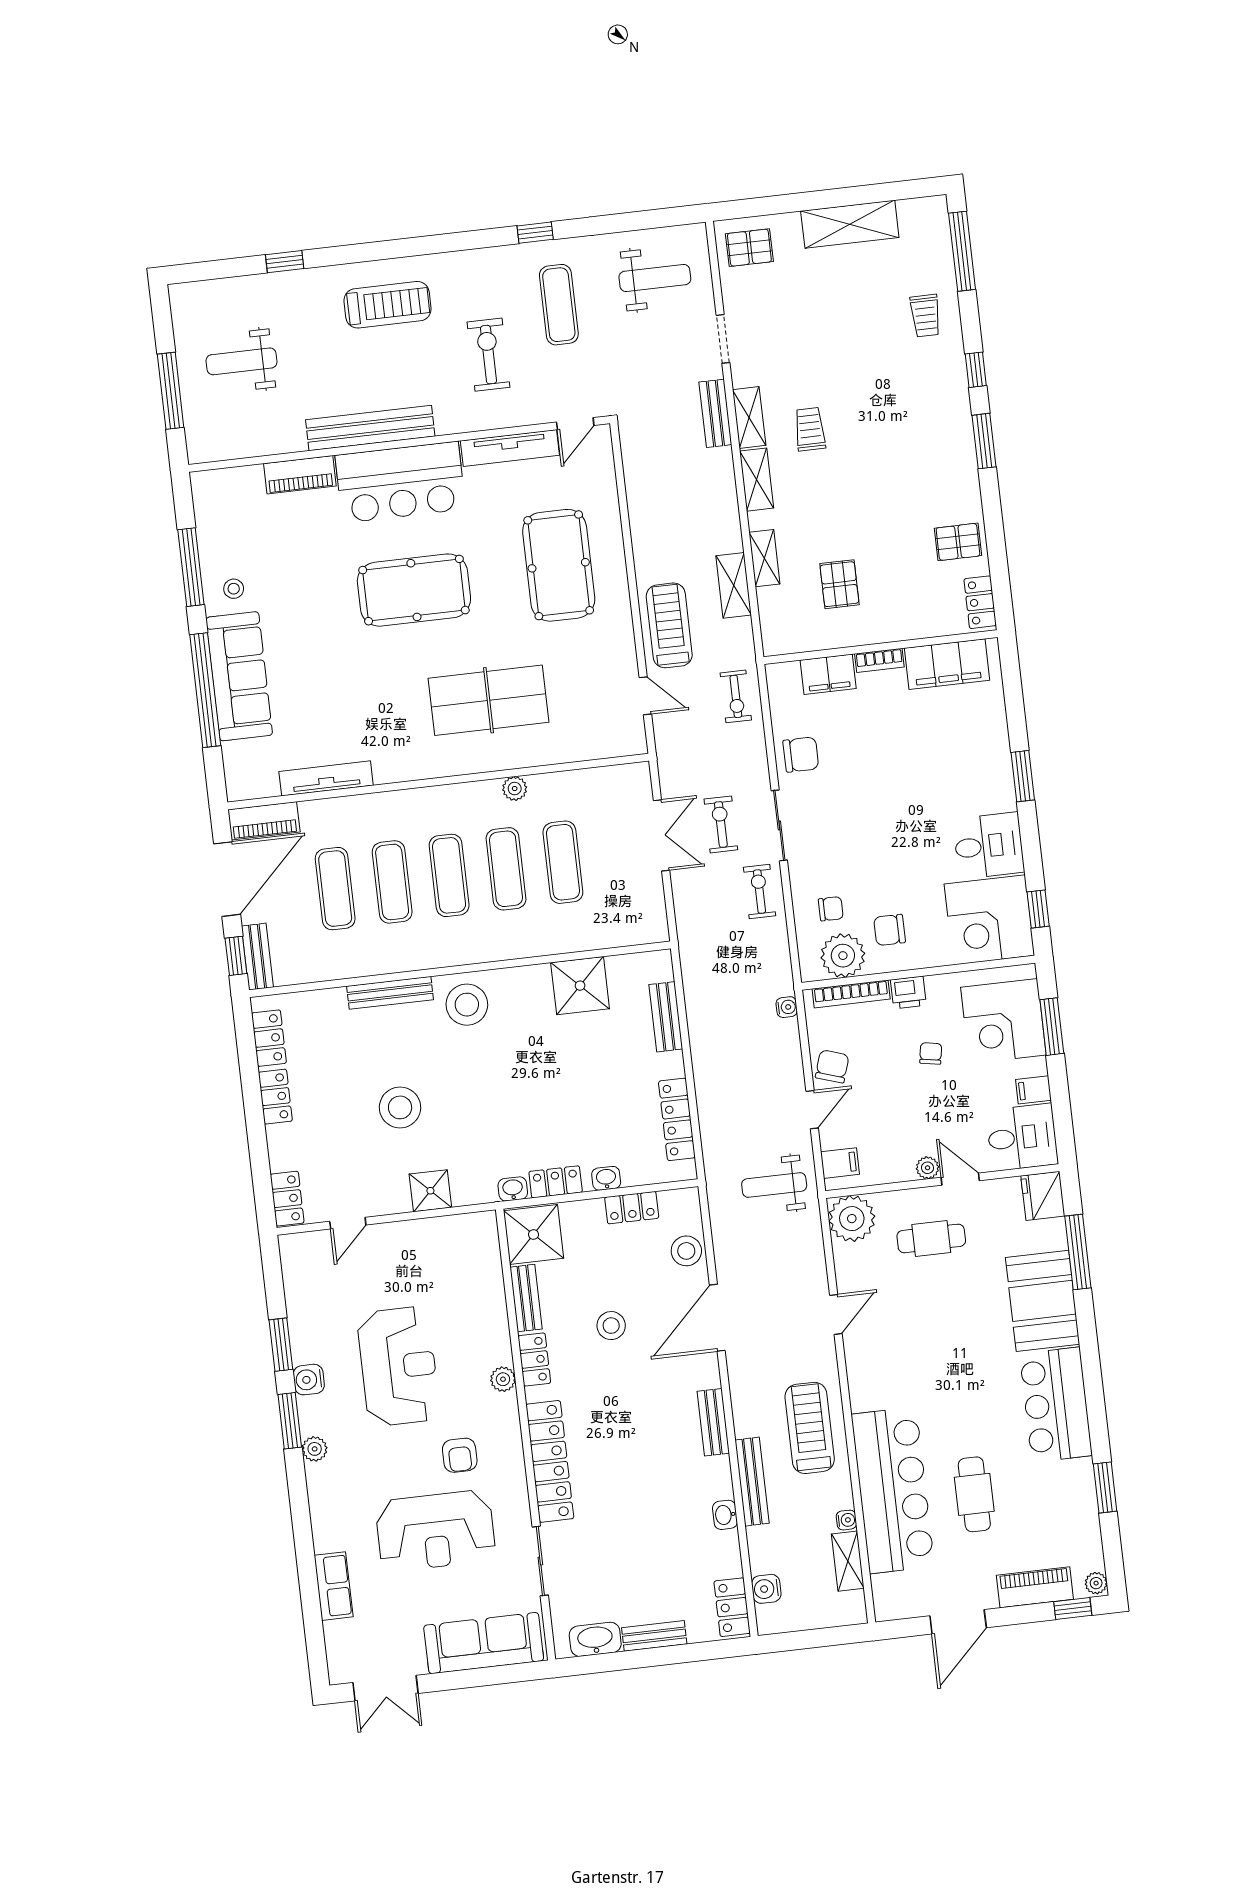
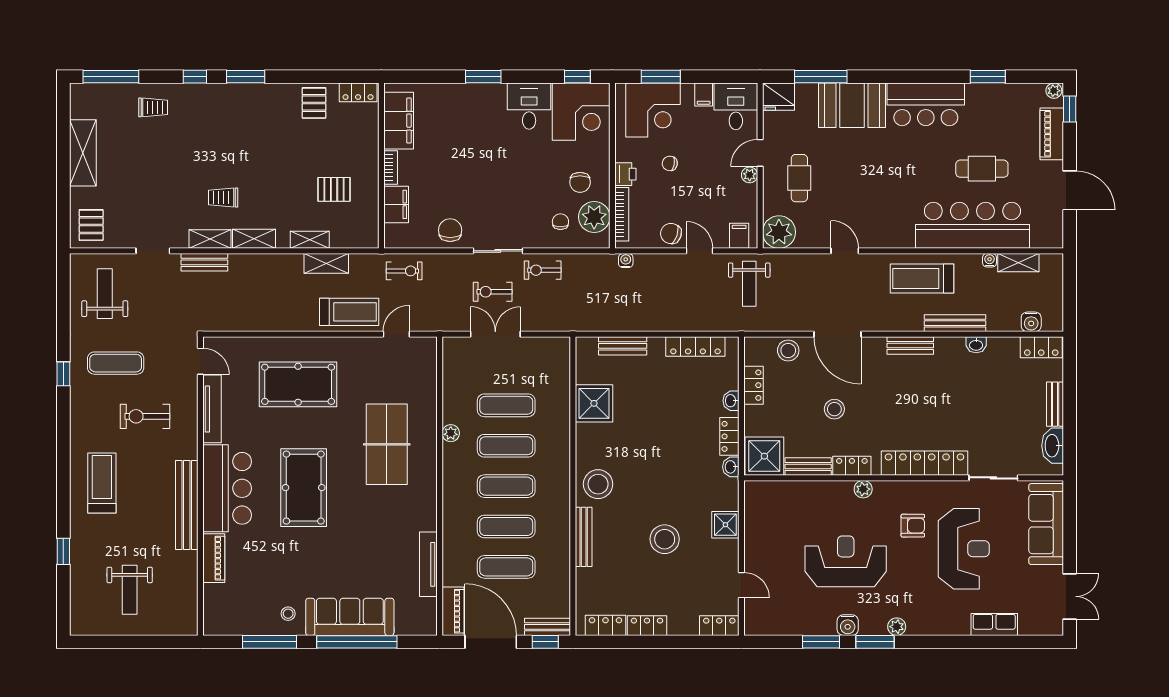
window: (171, 391) -> (144, 642), removed
treadmill: (669, 625) -> (349, 312), turned 180

